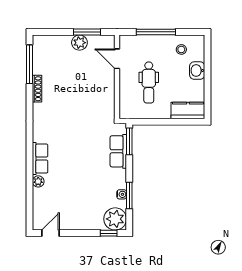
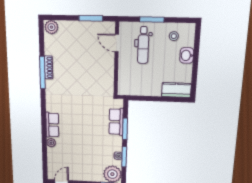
window: (156, 32) -> (152, 20), width x0.69
plant: (79, 43) -> (51, 27), moved
window: (29, 64) -> (42, 73), moved
dental chair: (149, 83) -> (143, 45), moved
window: (129, 141) -> (125, 129), moved

